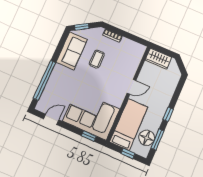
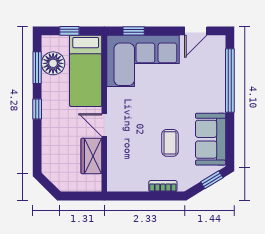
wardrobe: (158, 59) -> (91, 156), moved, turned -90
door: (132, 87) -> (104, 125), hinge flipped

